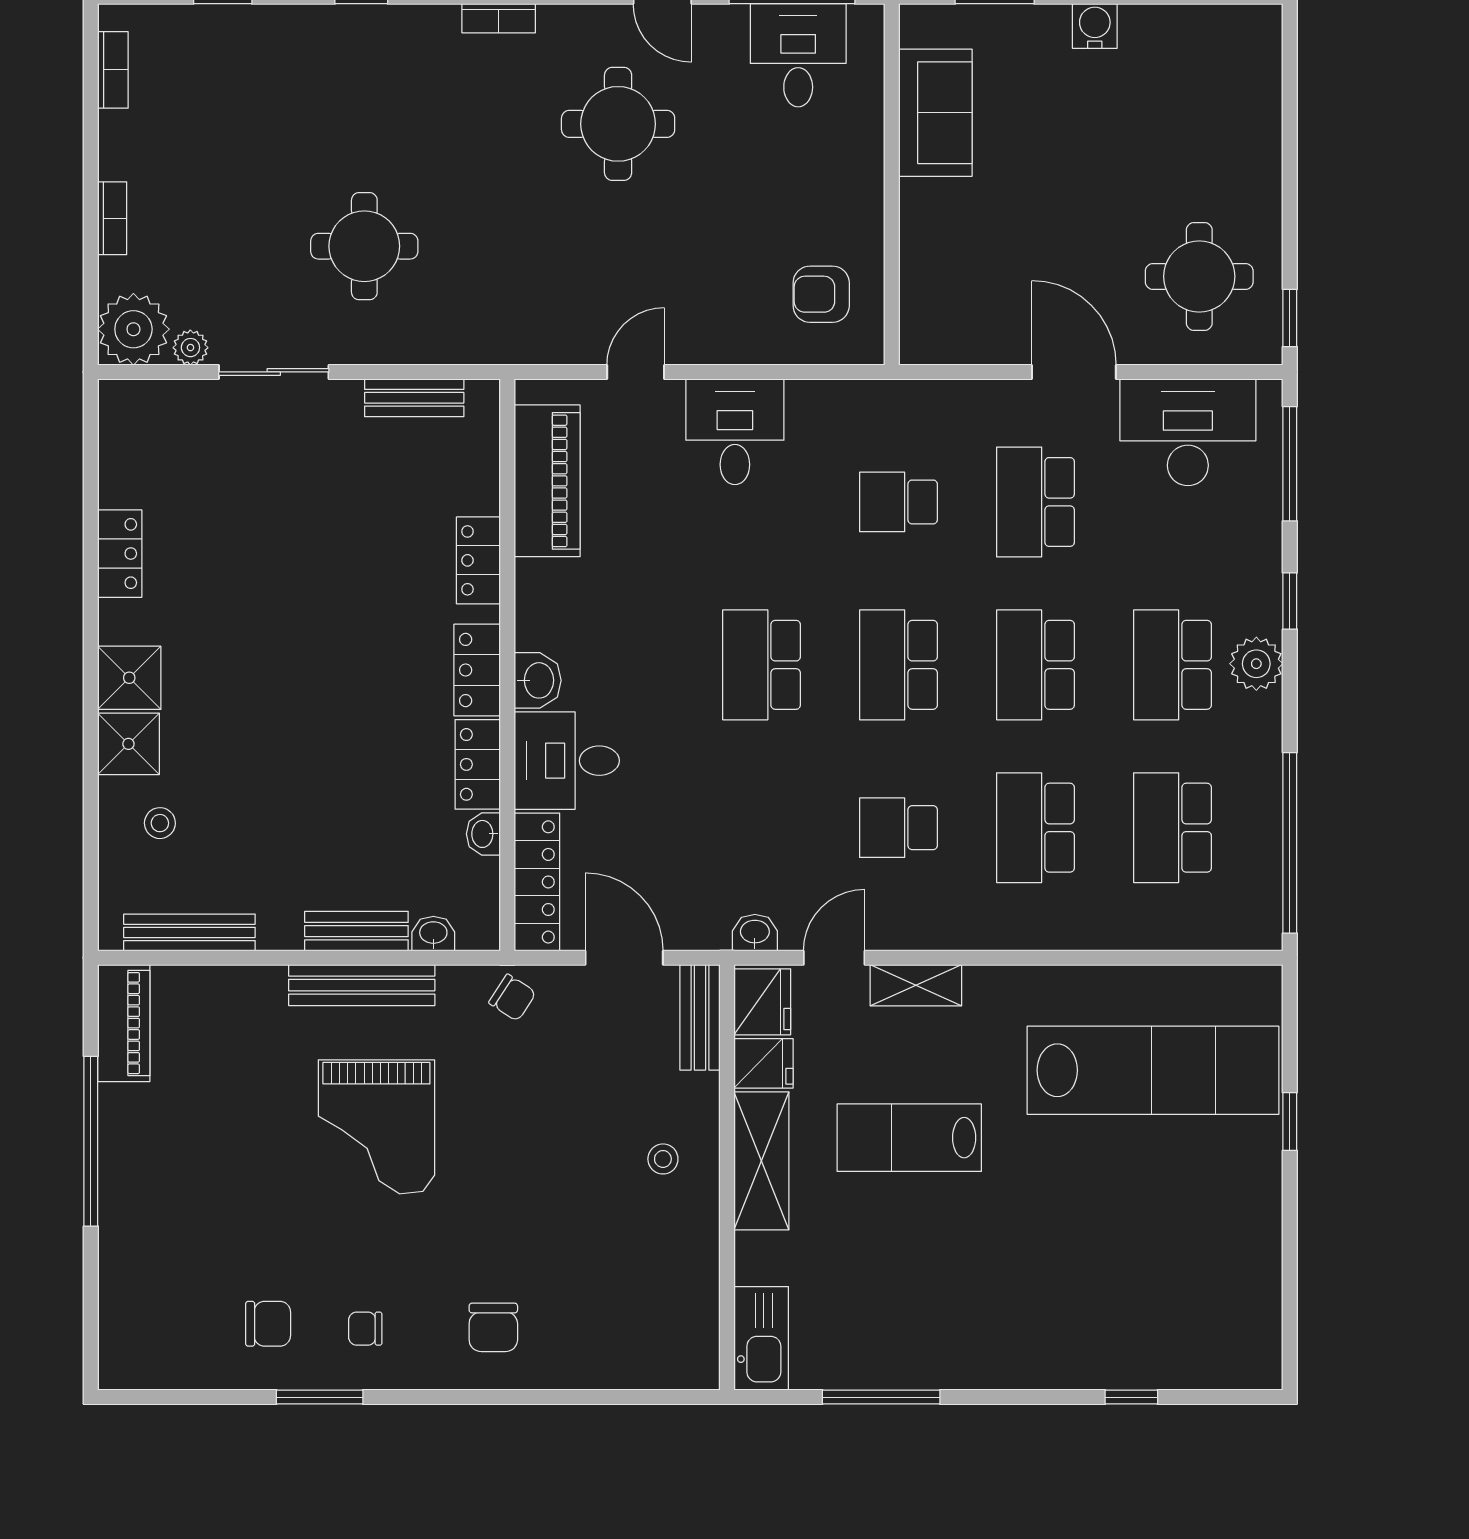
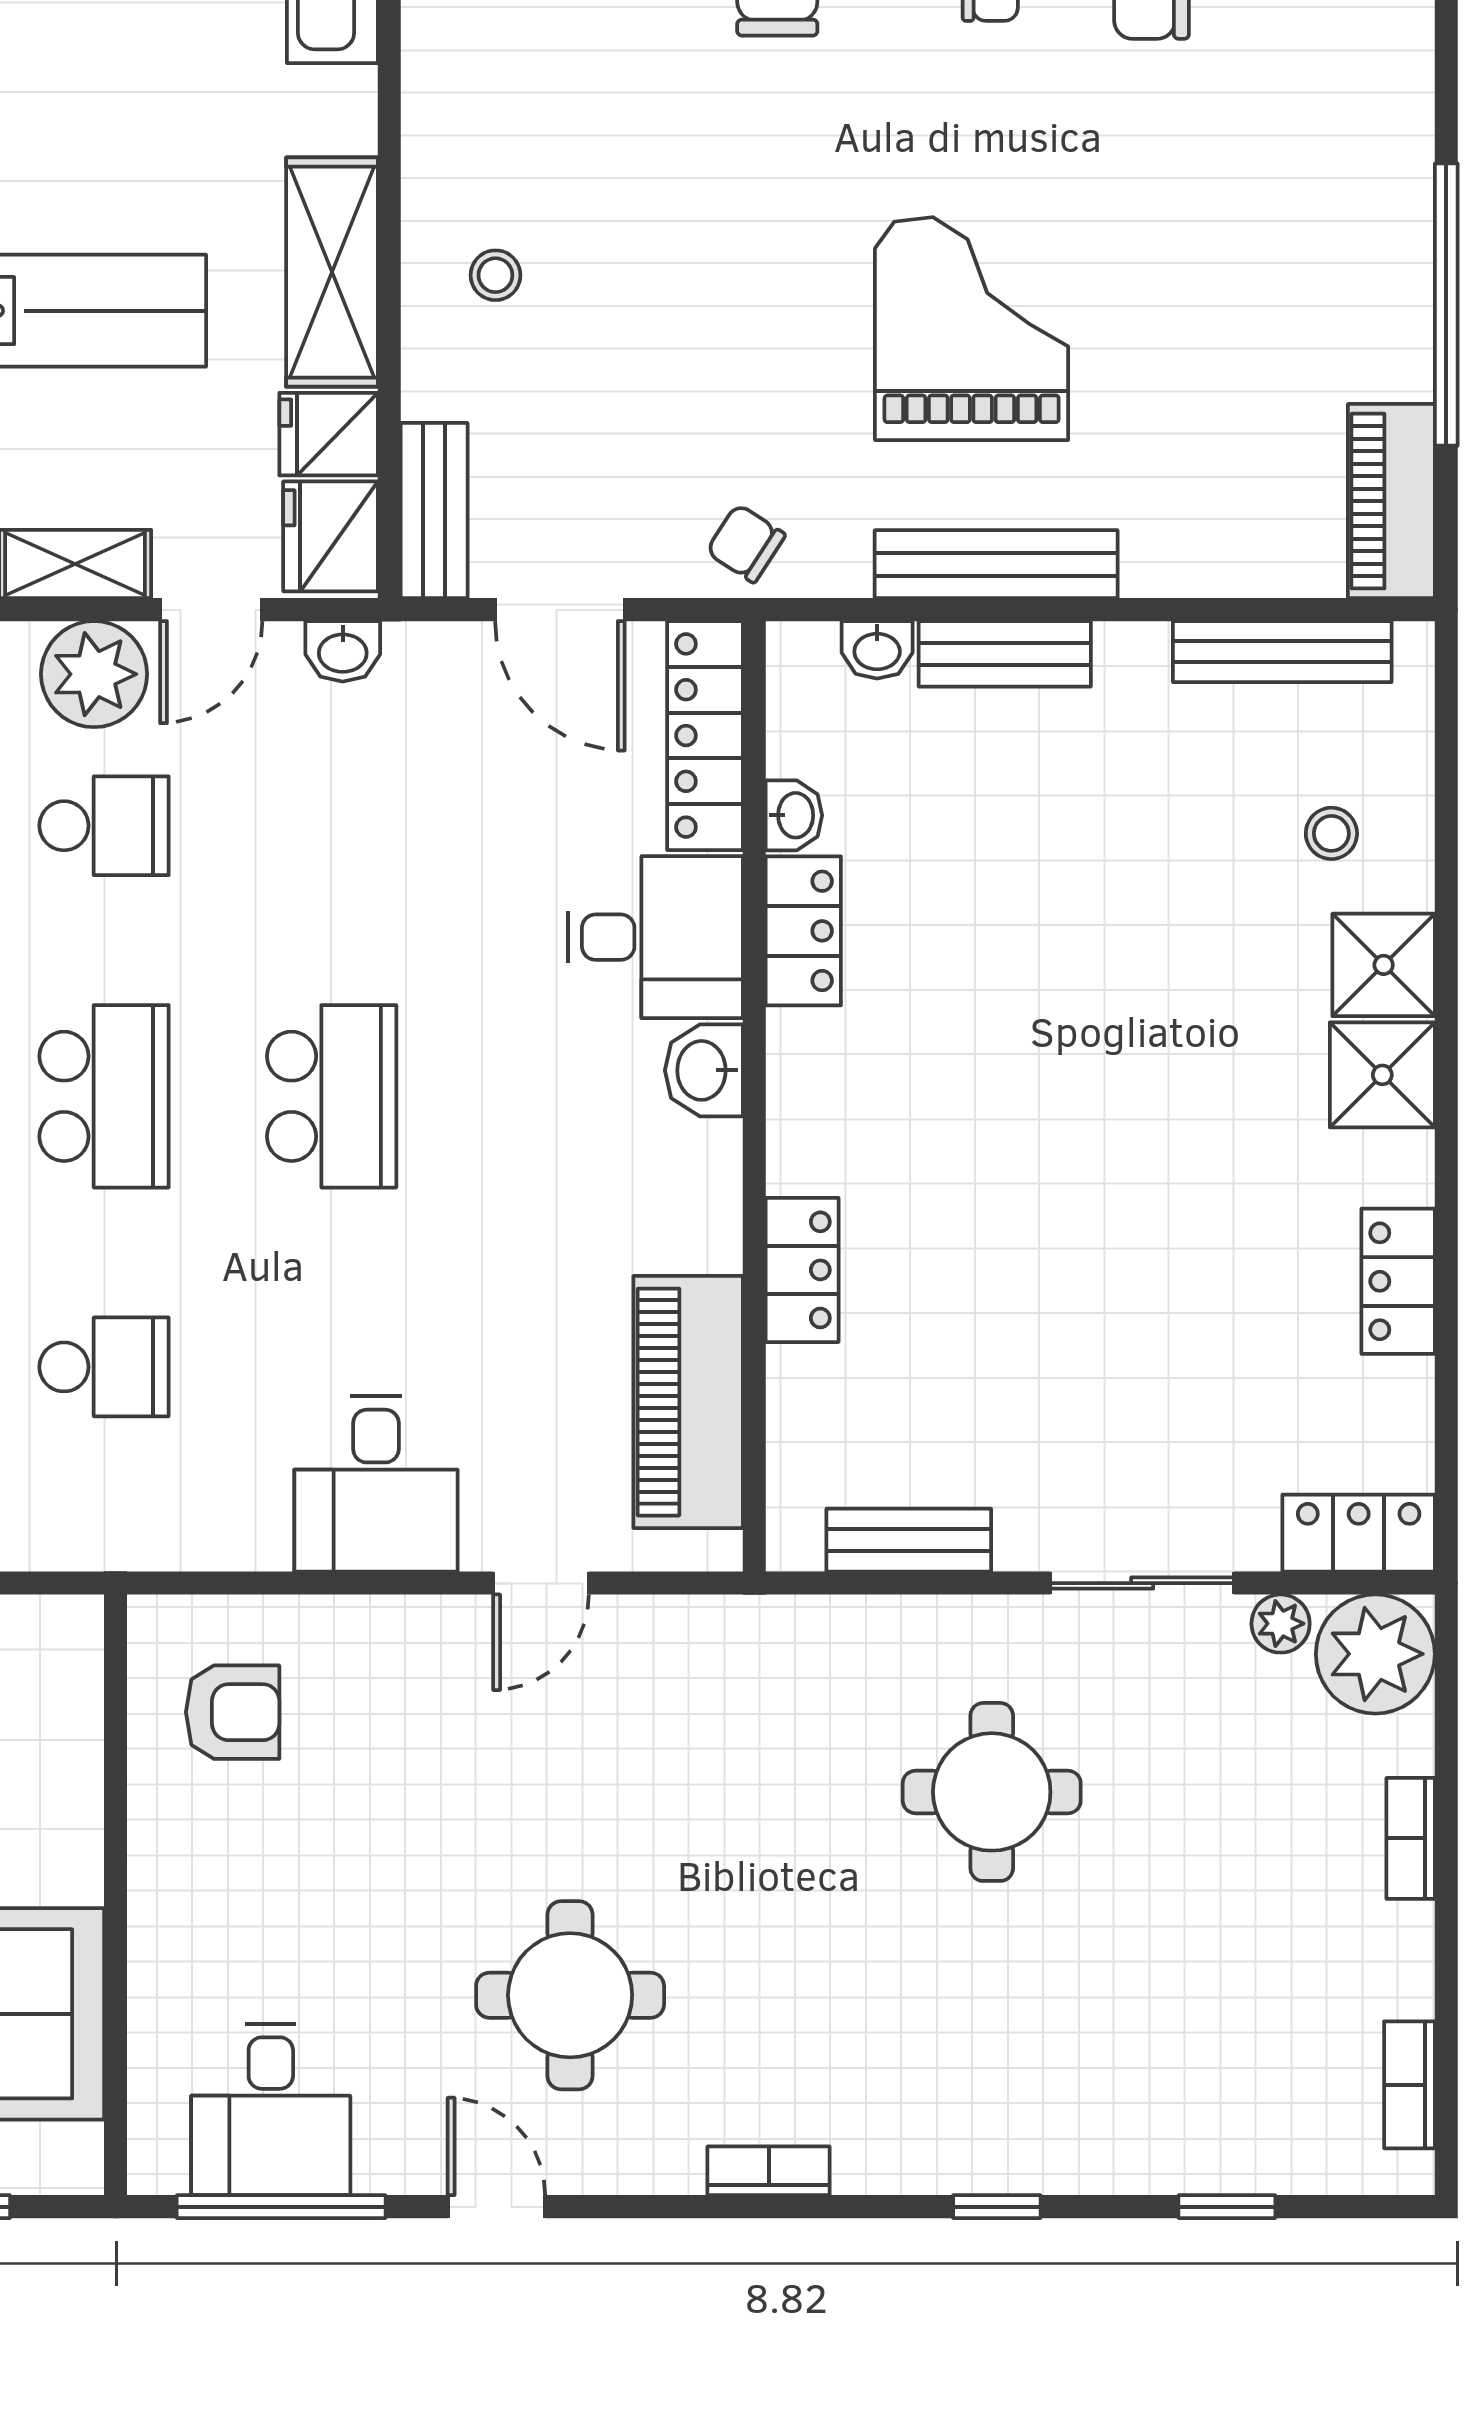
locker: (477, 670) -> (1359, 1533), moved, turned -90
plant: (905, 919) -> (94, 674), added

